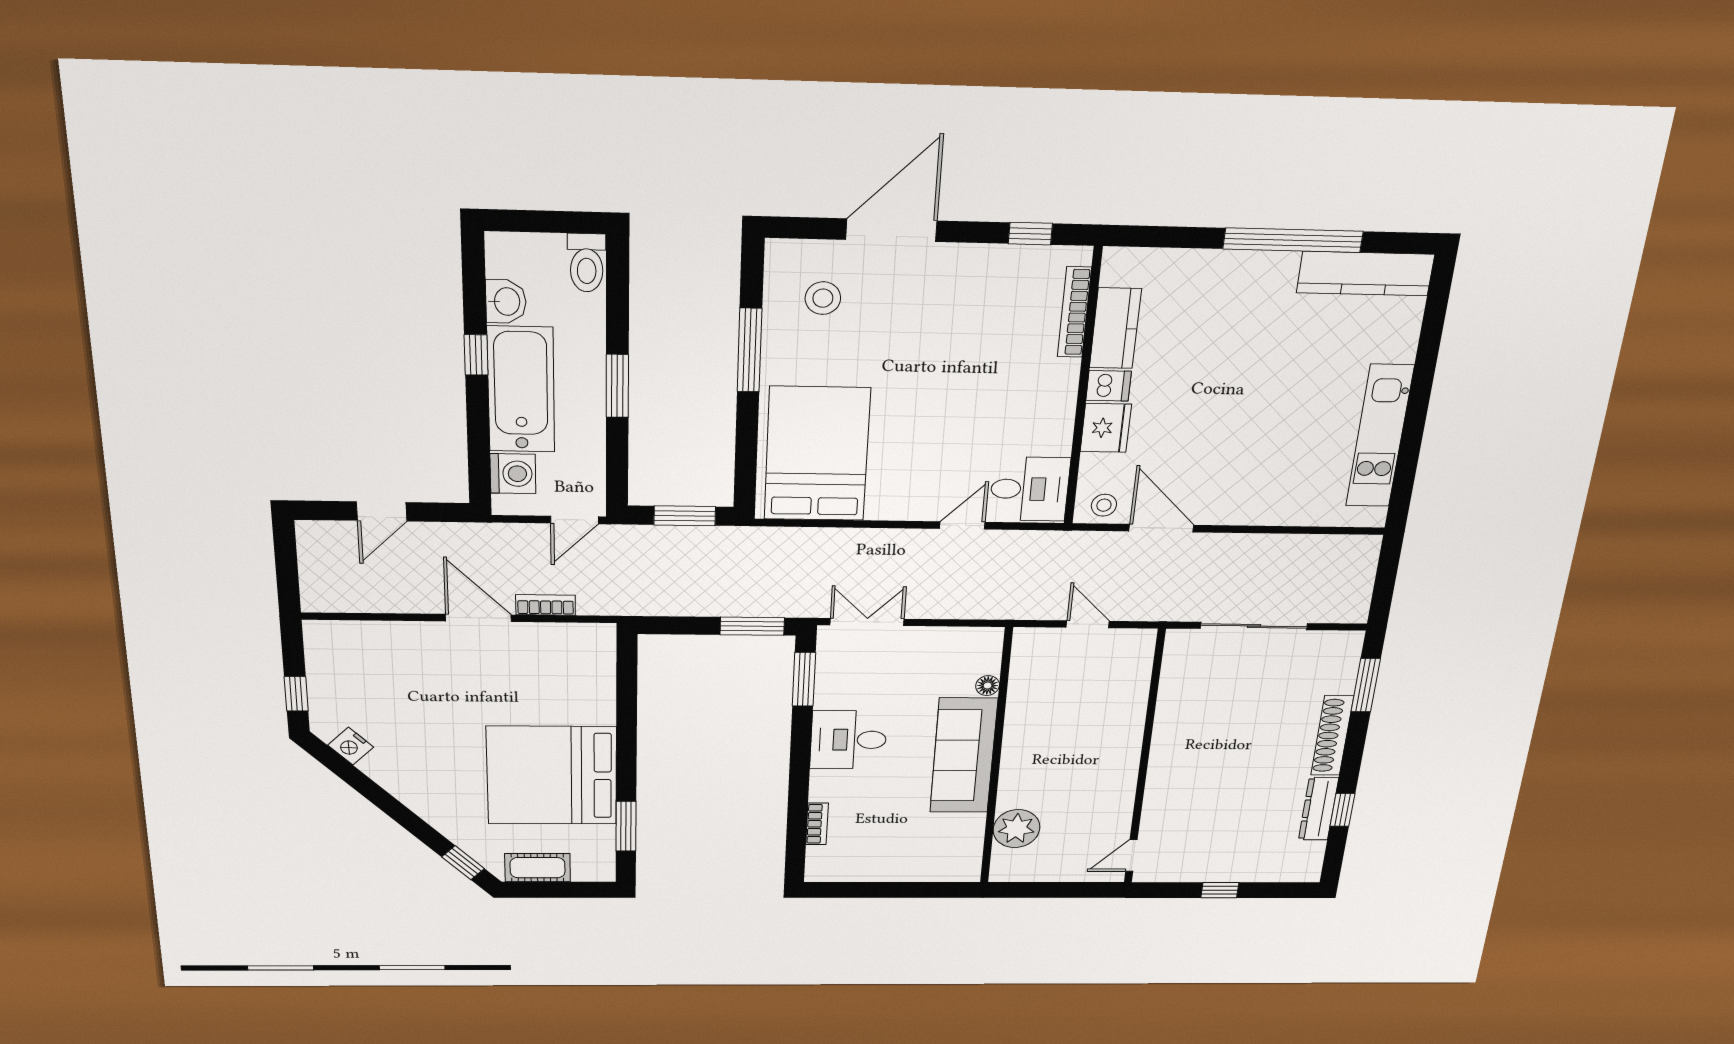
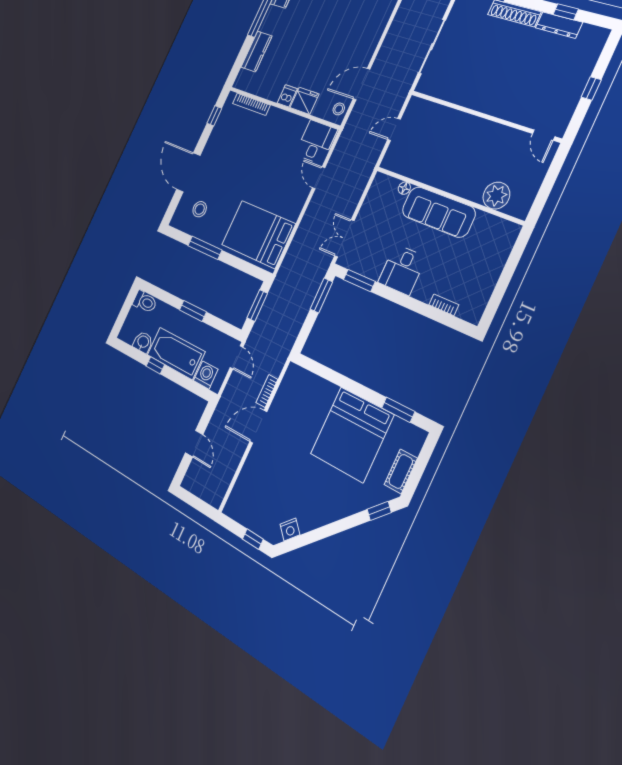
kitchen counter: (1115, 328) -> (256, 52), moved, turned 90

